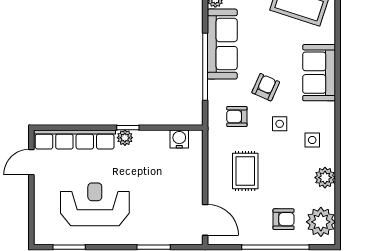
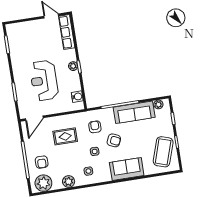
row of seats: (75, 139) -> (67, 32), width x0.73
reception desk: (95, 204) -> (44, 81), moved, turned 180

